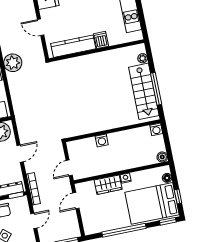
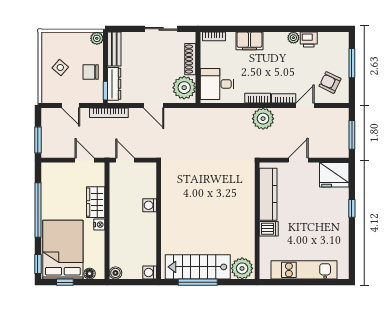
plant: (143, 58) -> (242, 268), width x1.88, depth x1.88

